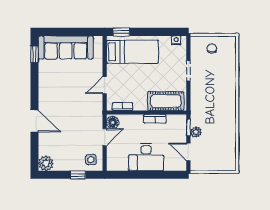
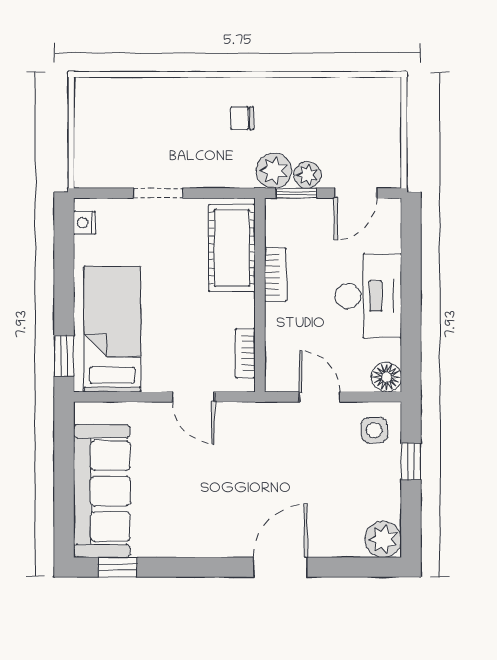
chair: (212, 48) -> (242, 118), moved
plant: (198, 118) -> (274, 171), added
floor lamp: (113, 122) -> (386, 377), moved

